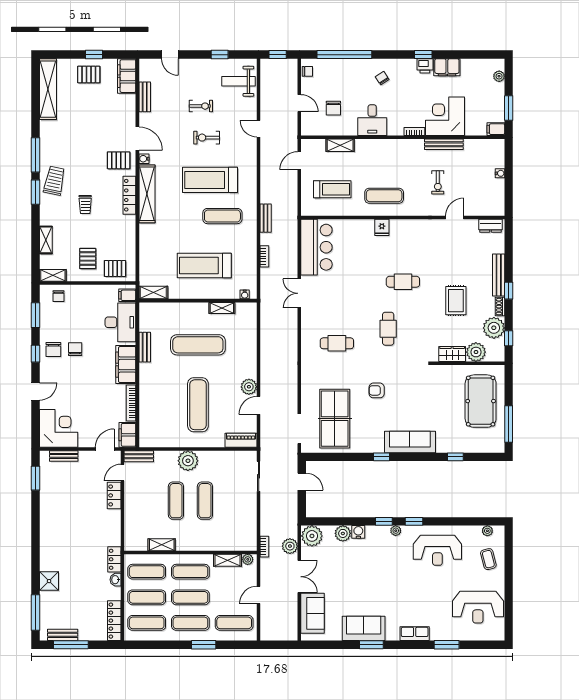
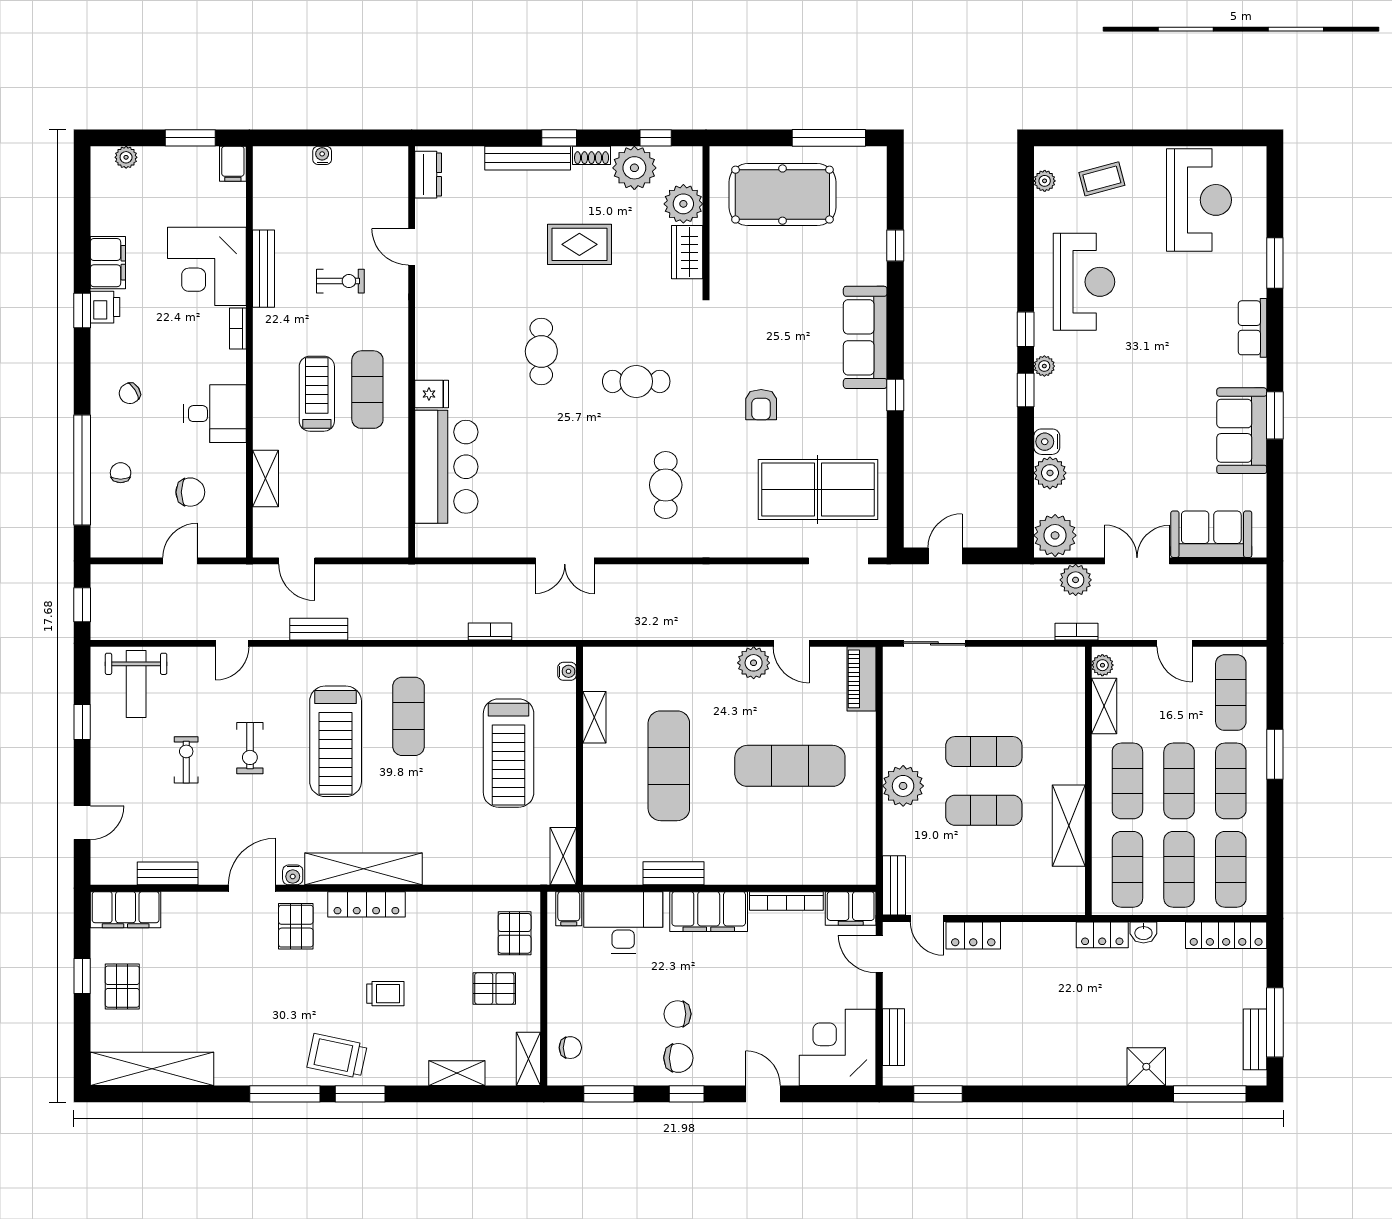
chair: (307, 71) -> (121, 473), moved
treadmill: (332, 189) -> (317, 394), moved
bench: (266, 218) -> (319, 629), moved
bar counter: (317, 247) -> (446, 467), moved, turned 90
shelving: (162, 545) -> (1069, 826), width x1.50, depth x1.33

